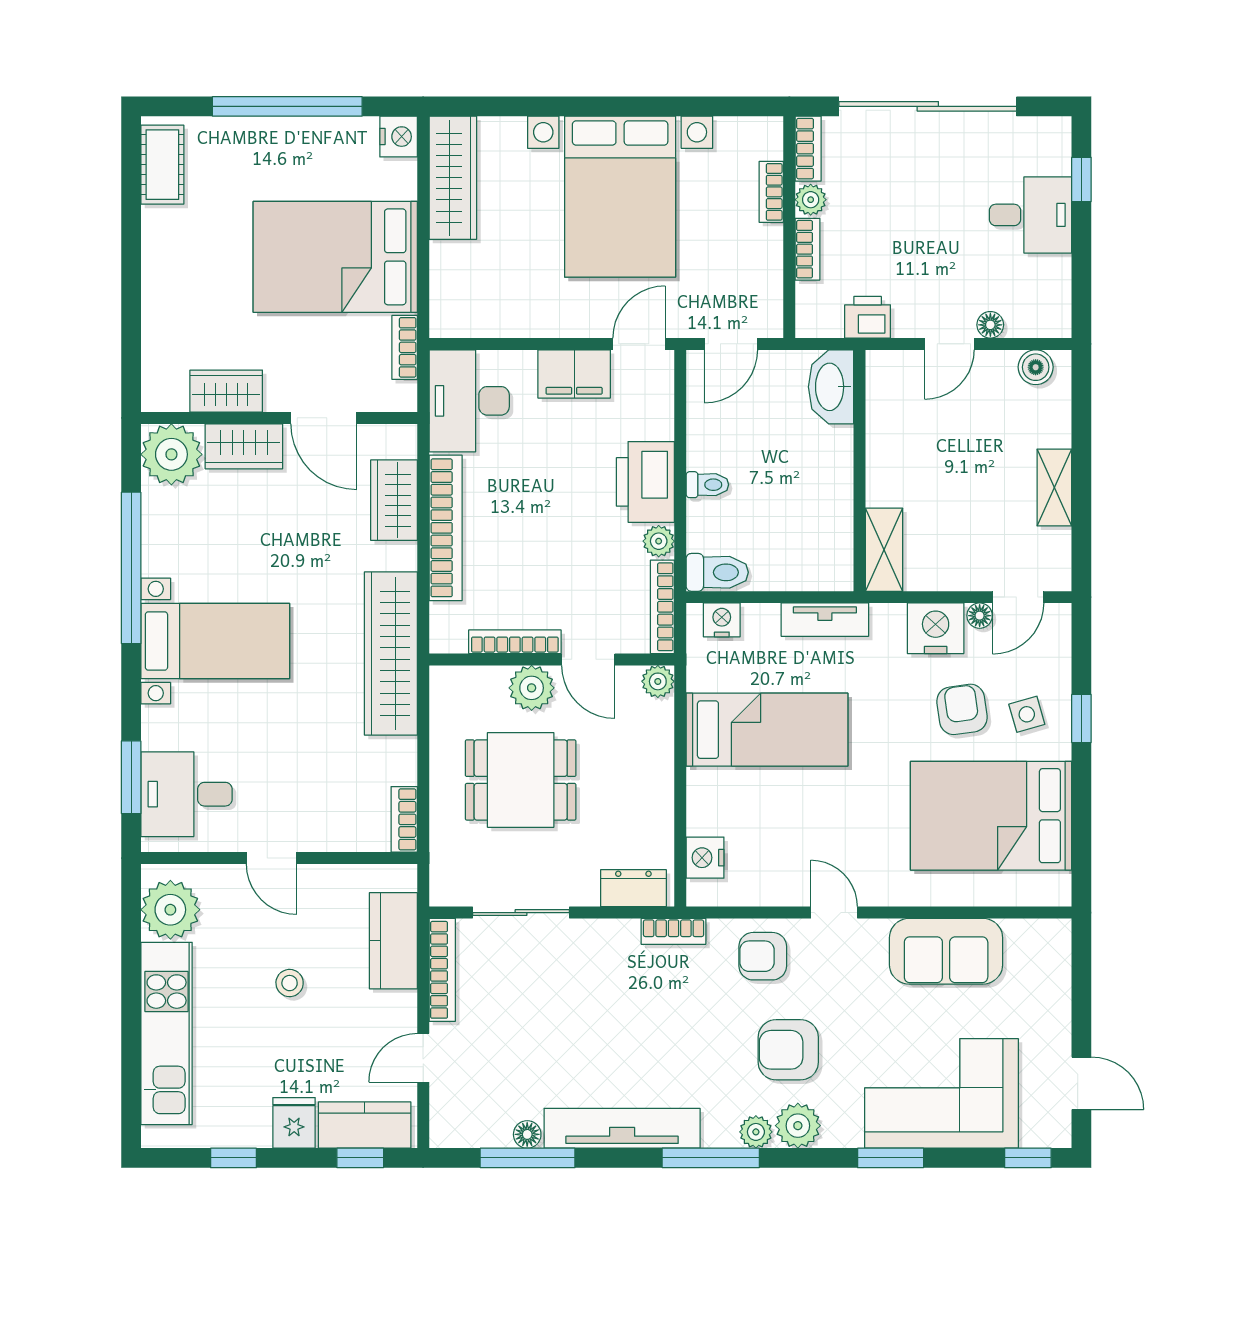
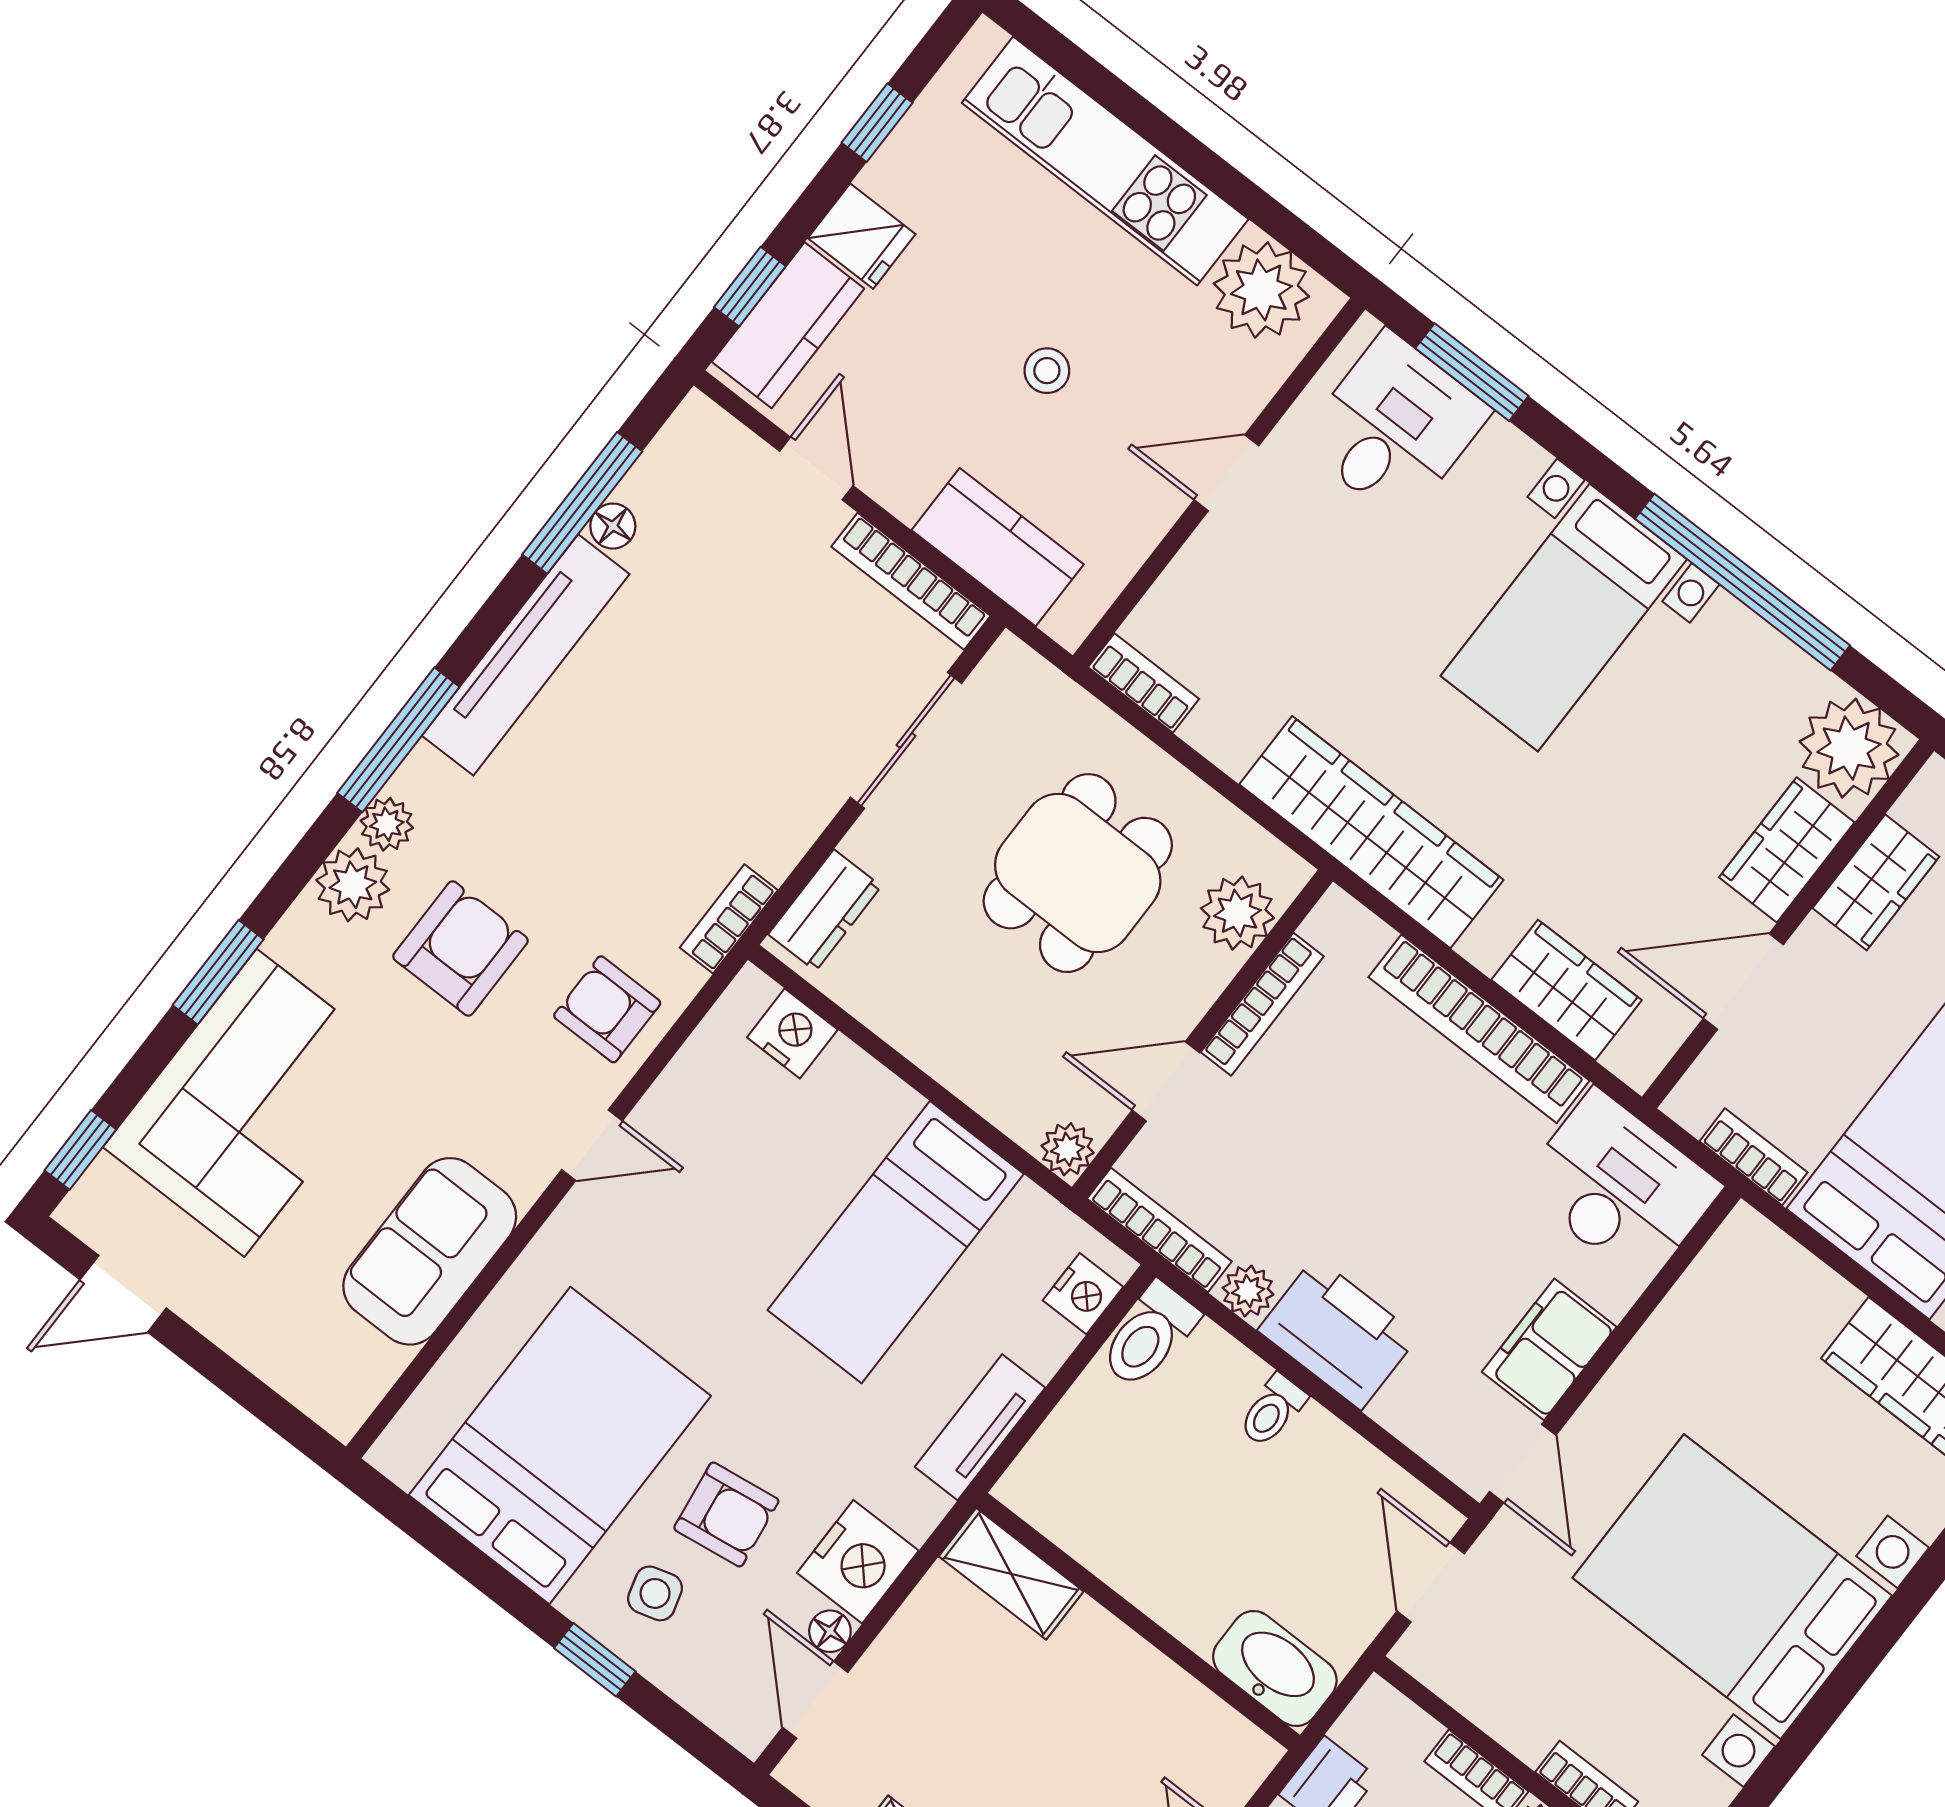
plant: (532, 688) -> (1237, 913), moved
armchair: (763, 956) -> (607, 1009), turned -90

